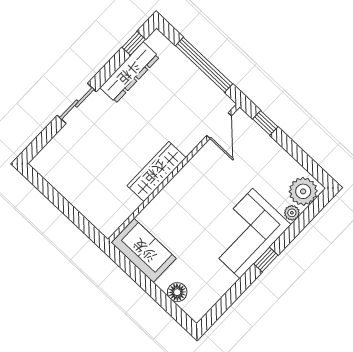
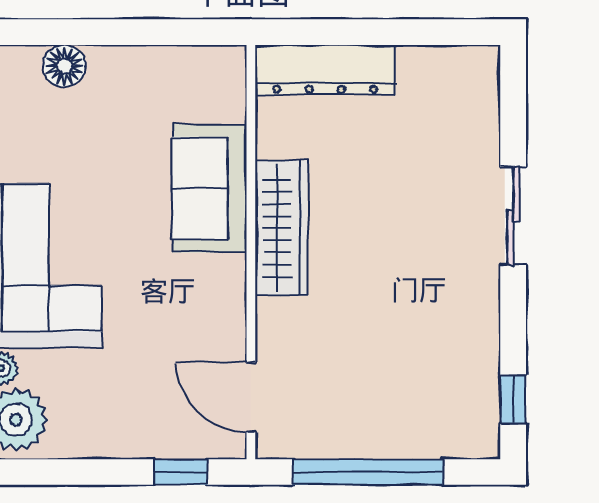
dresser: (130, 73) -> (325, 70), moved, turned -90
sofa: (144, 251) -> (209, 188), moved, turned 90

